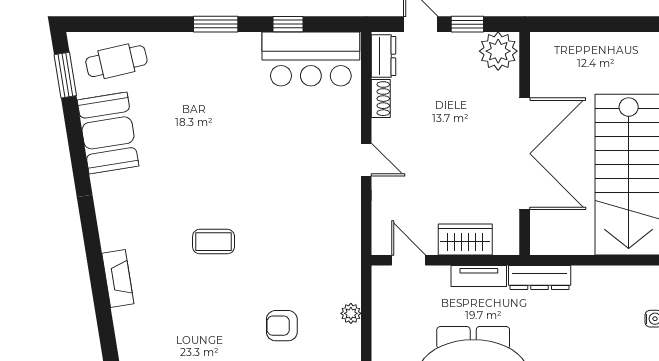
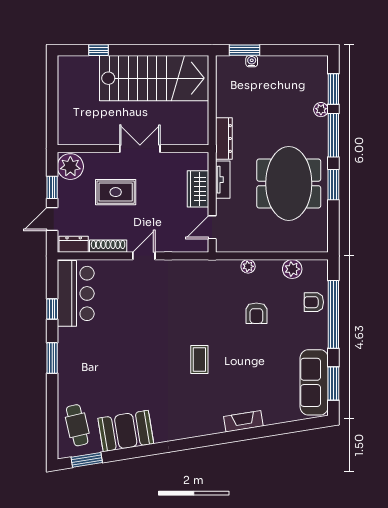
shoe rack: (381, 99) -> (108, 246), width x1.43
rug: (460, 118) -> (116, 192), added
double door: (525, 154) -> (140, 149), width x0.54
fireplace: (118, 279) -> (243, 421), moved

